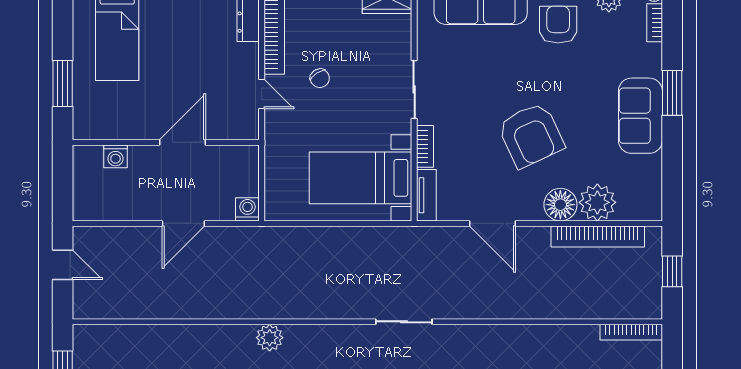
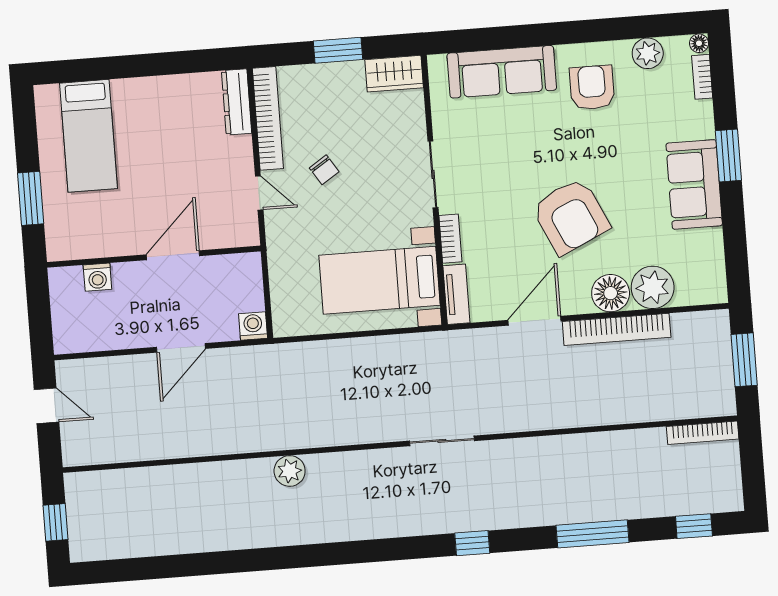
door: (493, 223) -> (535, 321), swing flipped
bookcase: (598, 237) -> (617, 329), moved
window: (672, 271) -> (744, 360), width x1.50

